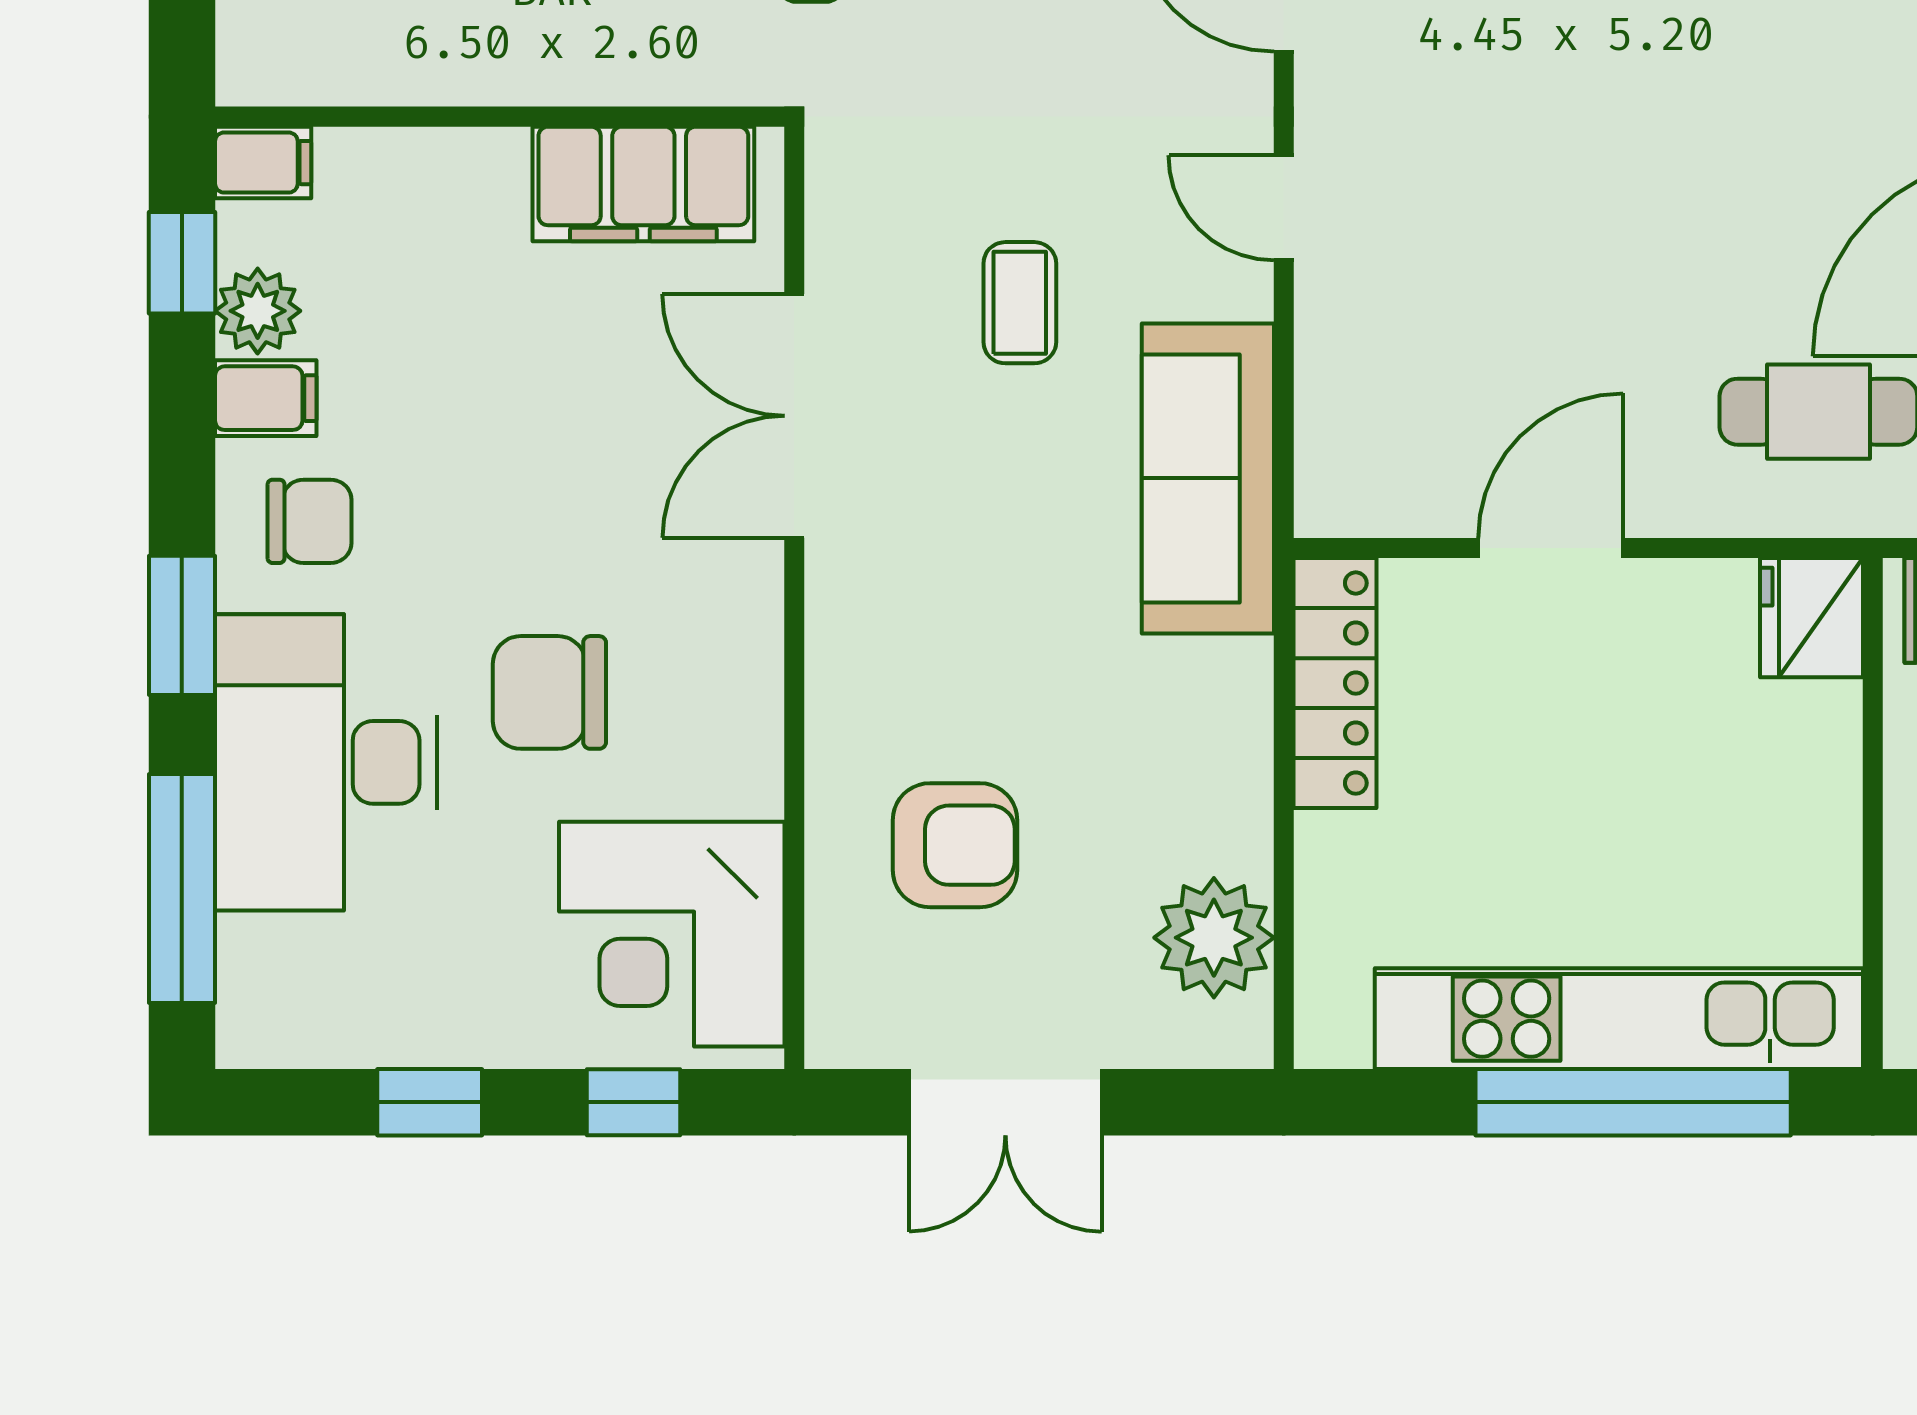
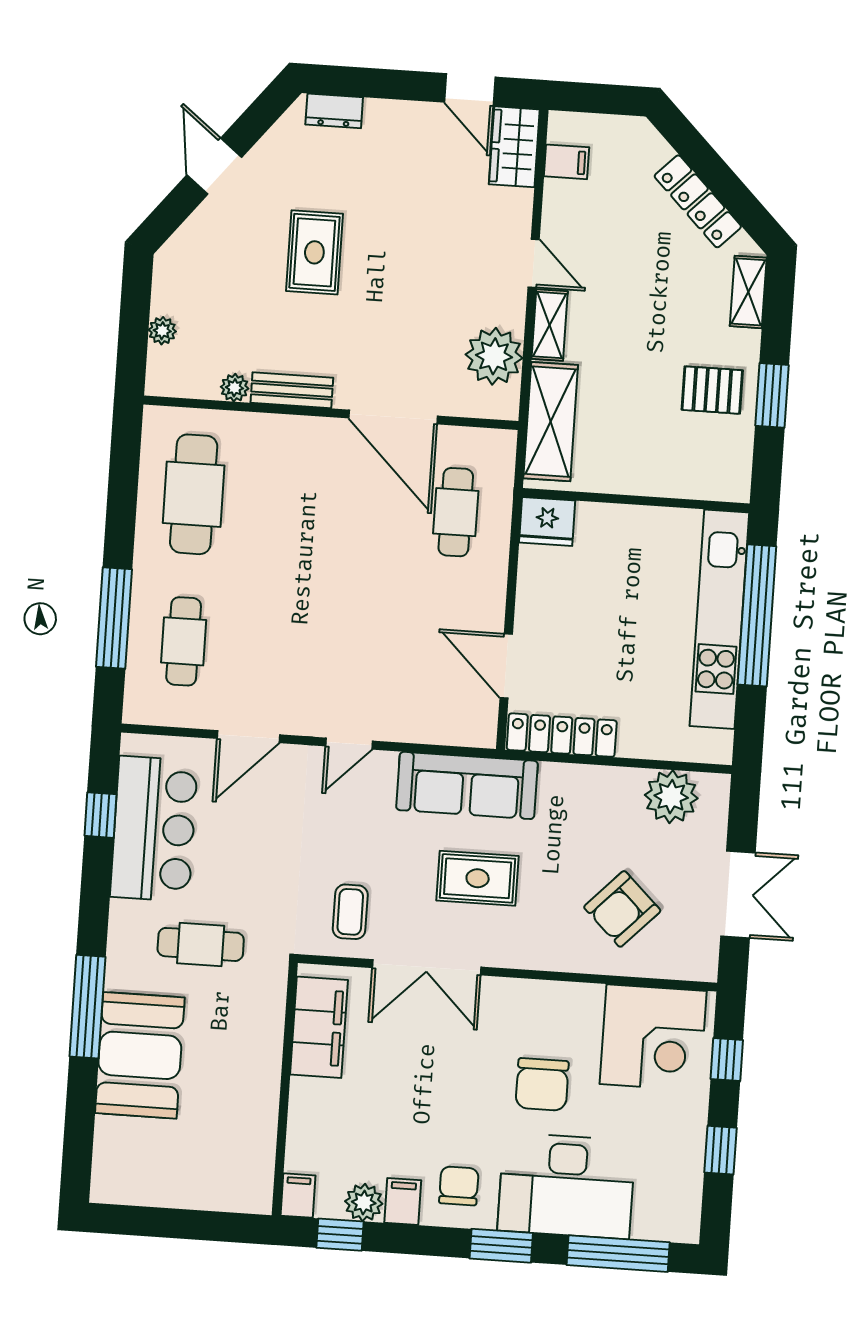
coffee table: (1020, 303) -> (350, 912), moved, turned 90
rug: (1002, 516) -> (478, 878), added
door: (1551, 548) -> (506, 666), moved
armchair: (955, 845) -> (622, 909), turned -136

